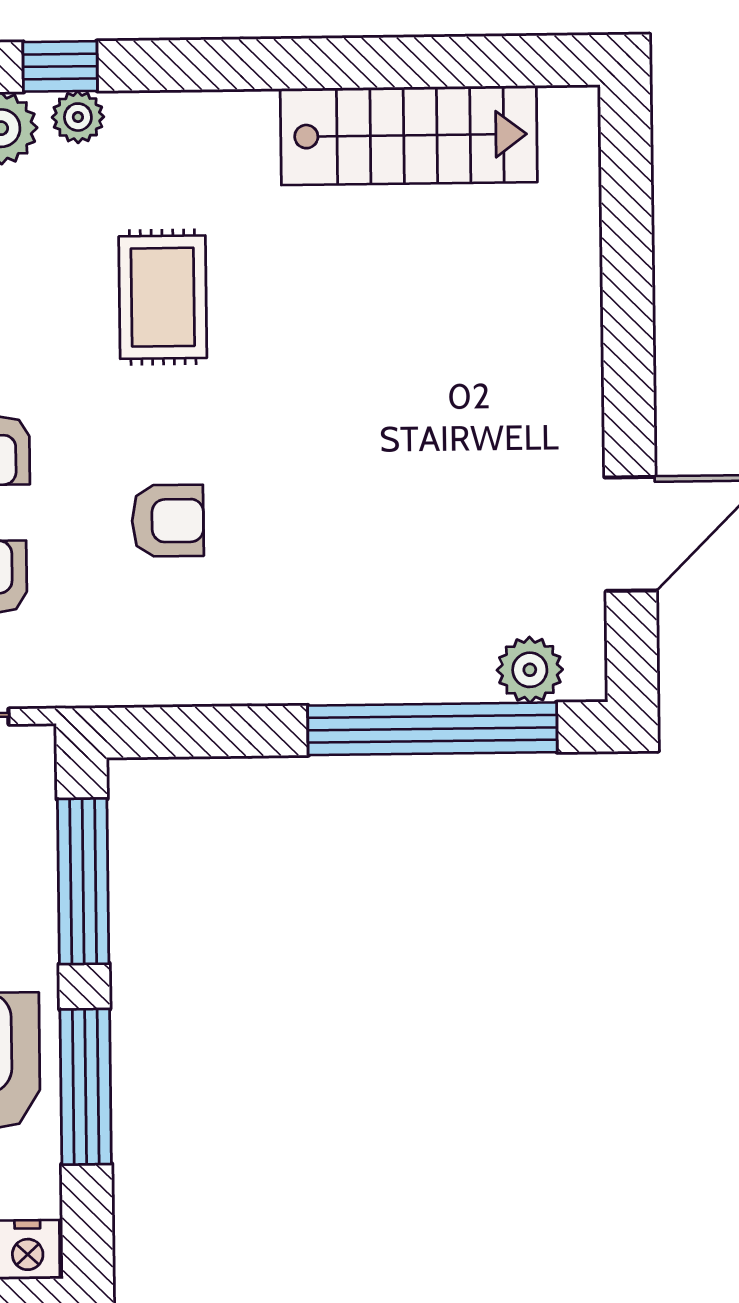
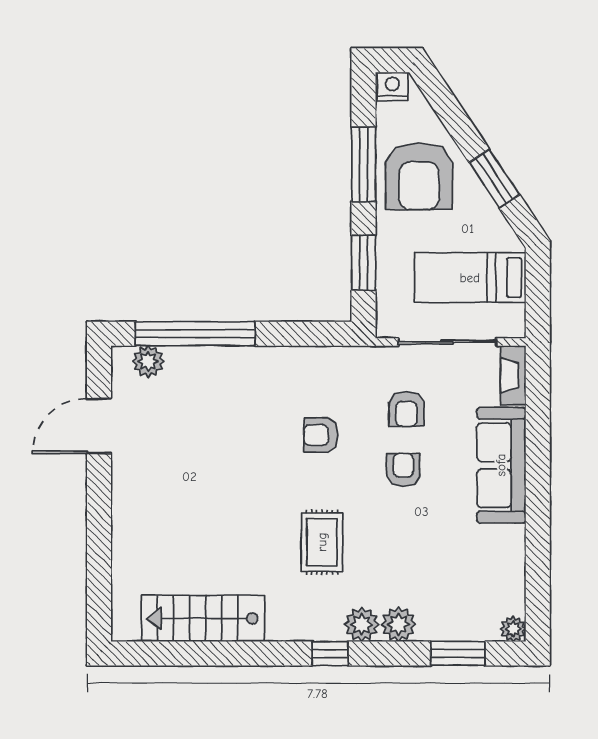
window: (60, 66) -> (330, 654), moved
plant: (78, 117) -> (362, 624), width x1.38, depth x1.38
window: (83, 881) -> (364, 263), width x0.69

